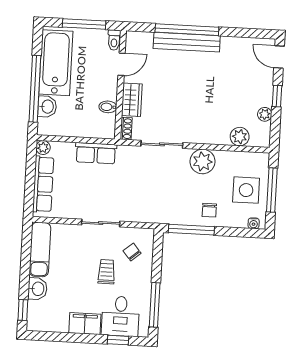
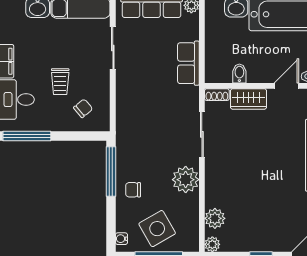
door: (122, 64) -> (286, 86), swing flipped
plant: (265, 114) -> (212, 244), moved
side table: (246, 190) -> (157, 229), turned -30
sliding door: (101, 223) -> (113, 48), moved
trolley: (106, 272) -> (60, 82), turned 90

